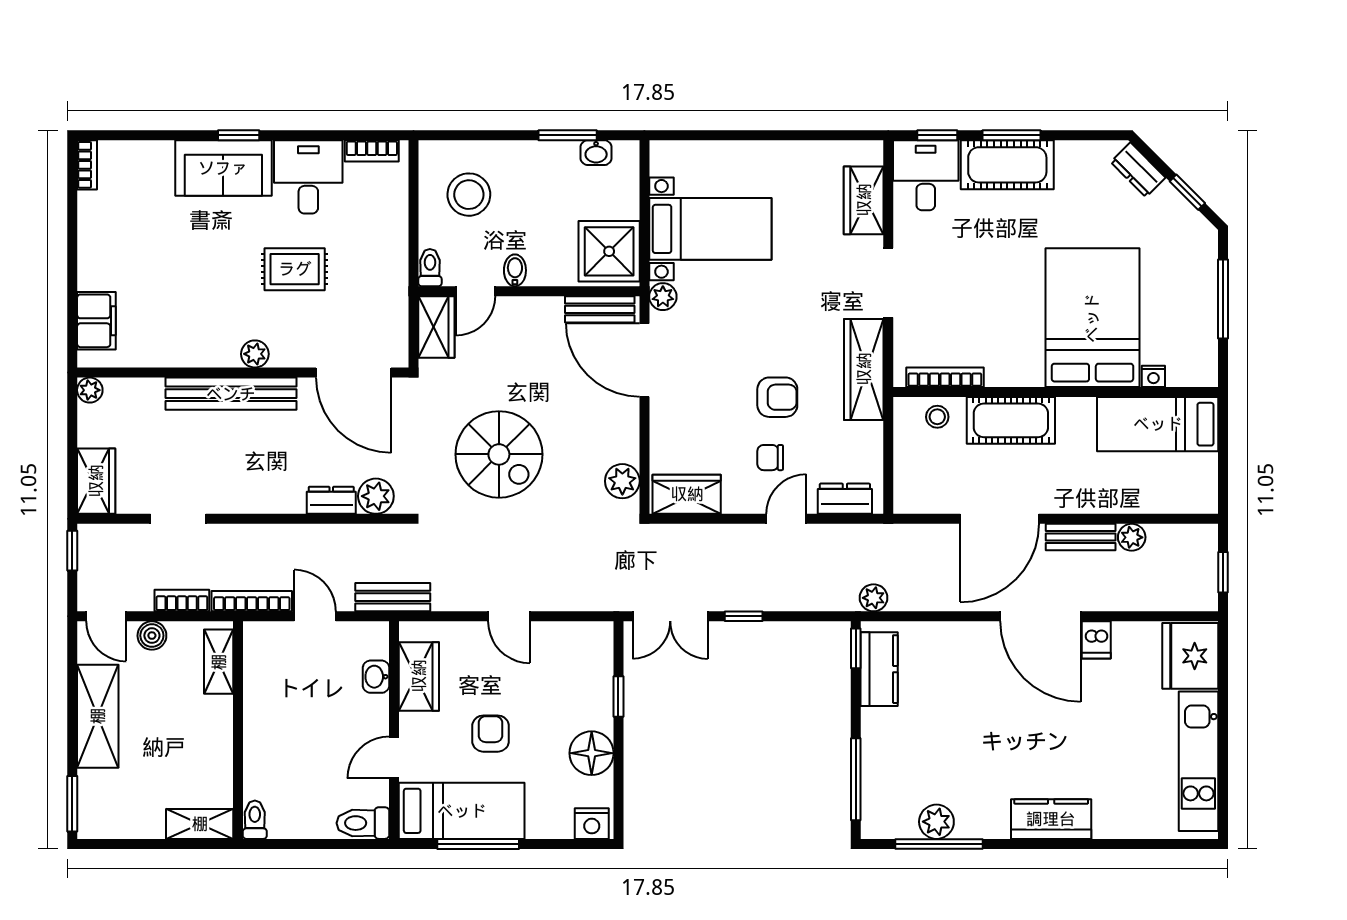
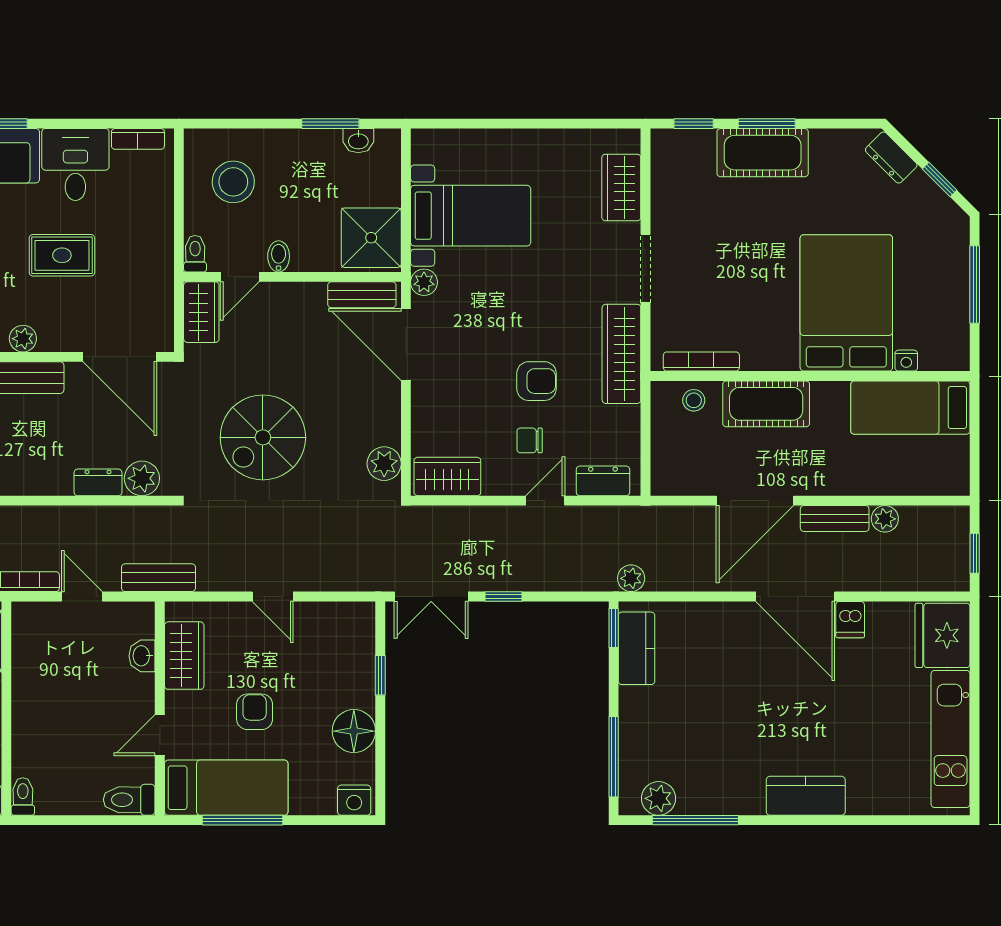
desk: (926, 175) -> (682, 163), removed
spiral stairs: (499, 454) -> (263, 437), turned 90
plant: (936, 822) -> (659, 798), moved

